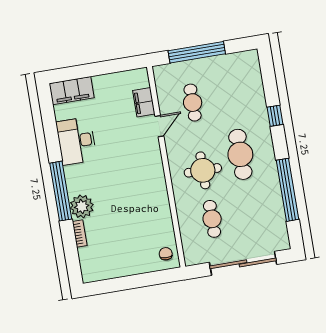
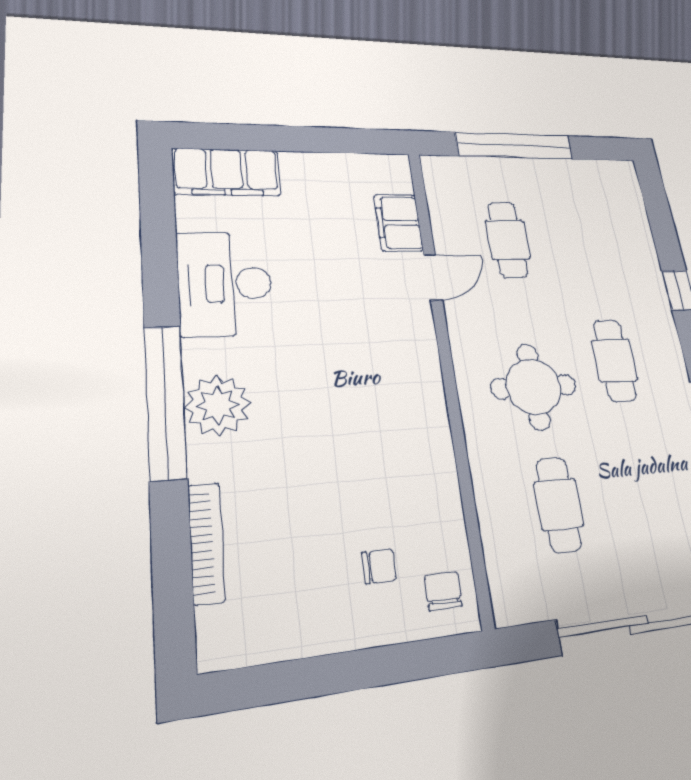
cafe table: (240, 154) -> (615, 360), width x0.73, depth x0.74
plant: (82, 206) -> (218, 405), moved
bookcase: (80, 234) -> (206, 543), width x1.56
chair: (141, 246) -> (379, 566), added

